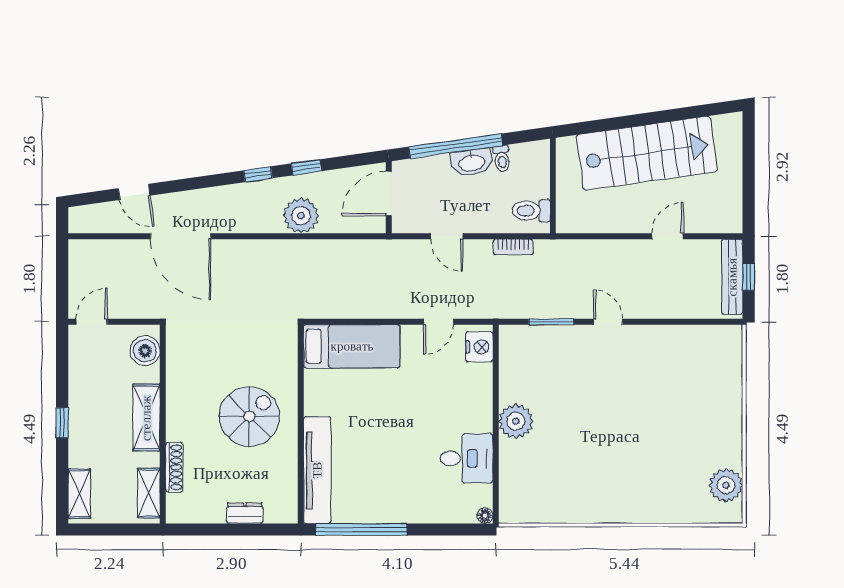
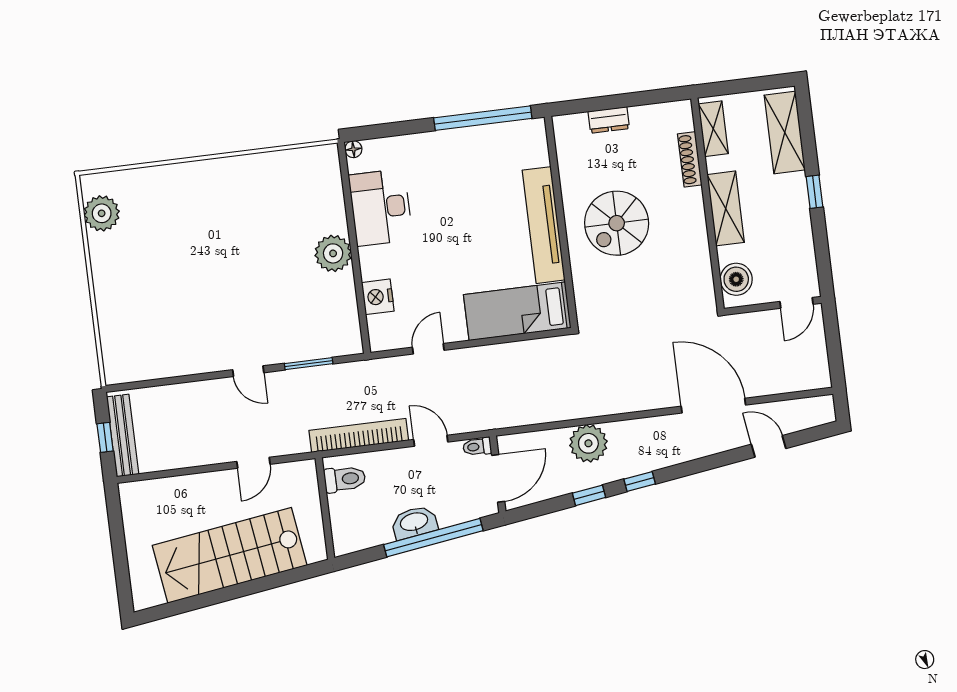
toilet: (502, 159) -> (477, 447), moved, turned -82
door: (668, 236) -> (253, 463), moved
bookcase: (513, 247) -> (359, 435), width x2.31, depth x1.31
nightstand: (479, 347) -> (378, 297), moved
desk: (467, 458) -> (381, 207), width x1.37
tv unit: (317, 470) -> (544, 225), moved
shelving: (79, 494) -> (785, 132), width x1.50, depth x1.33

